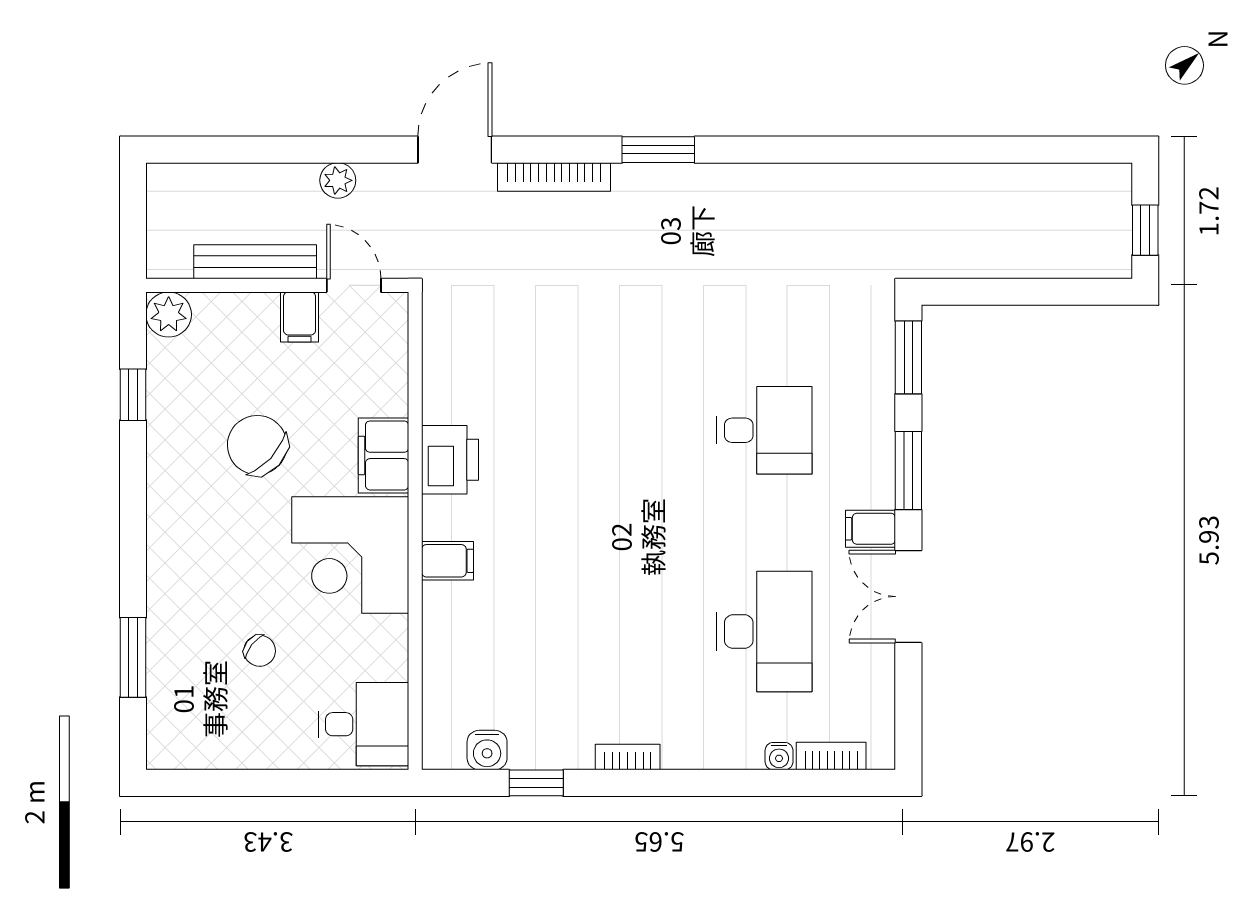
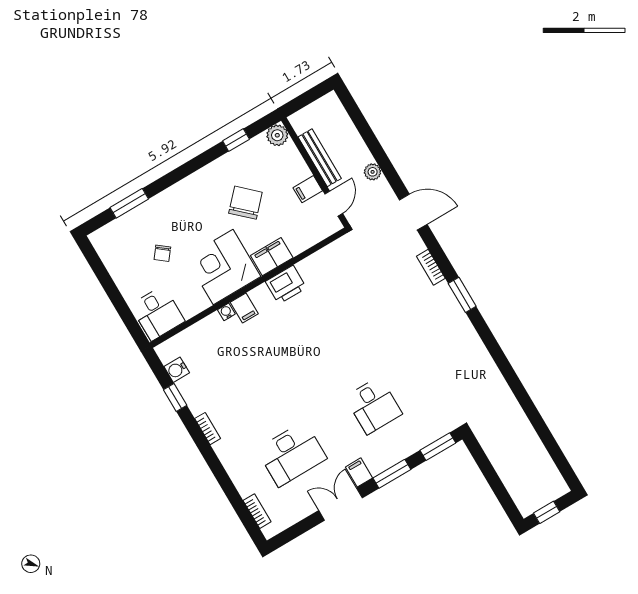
bookcase: (554, 177) -> (431, 267), width x0.64
water cooler: (779, 756) -> (226, 312), moved, turned 90

